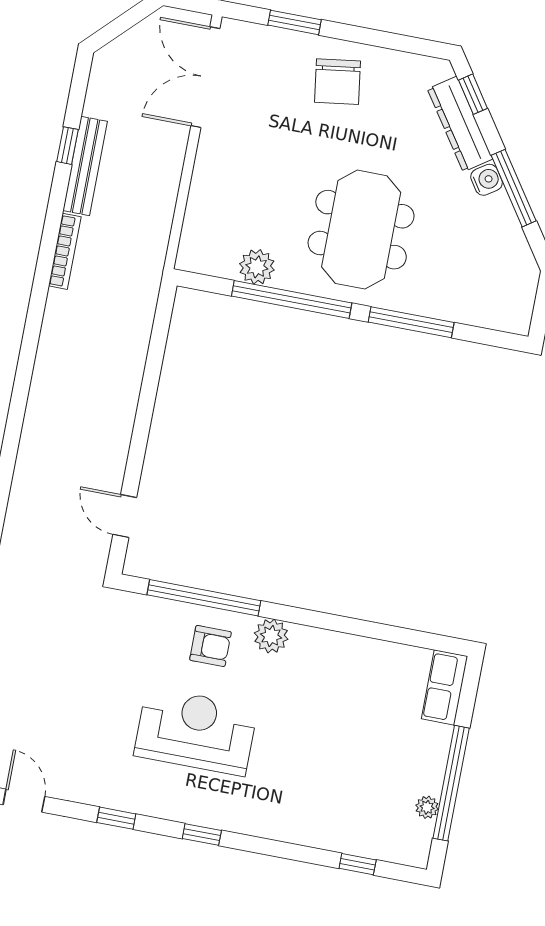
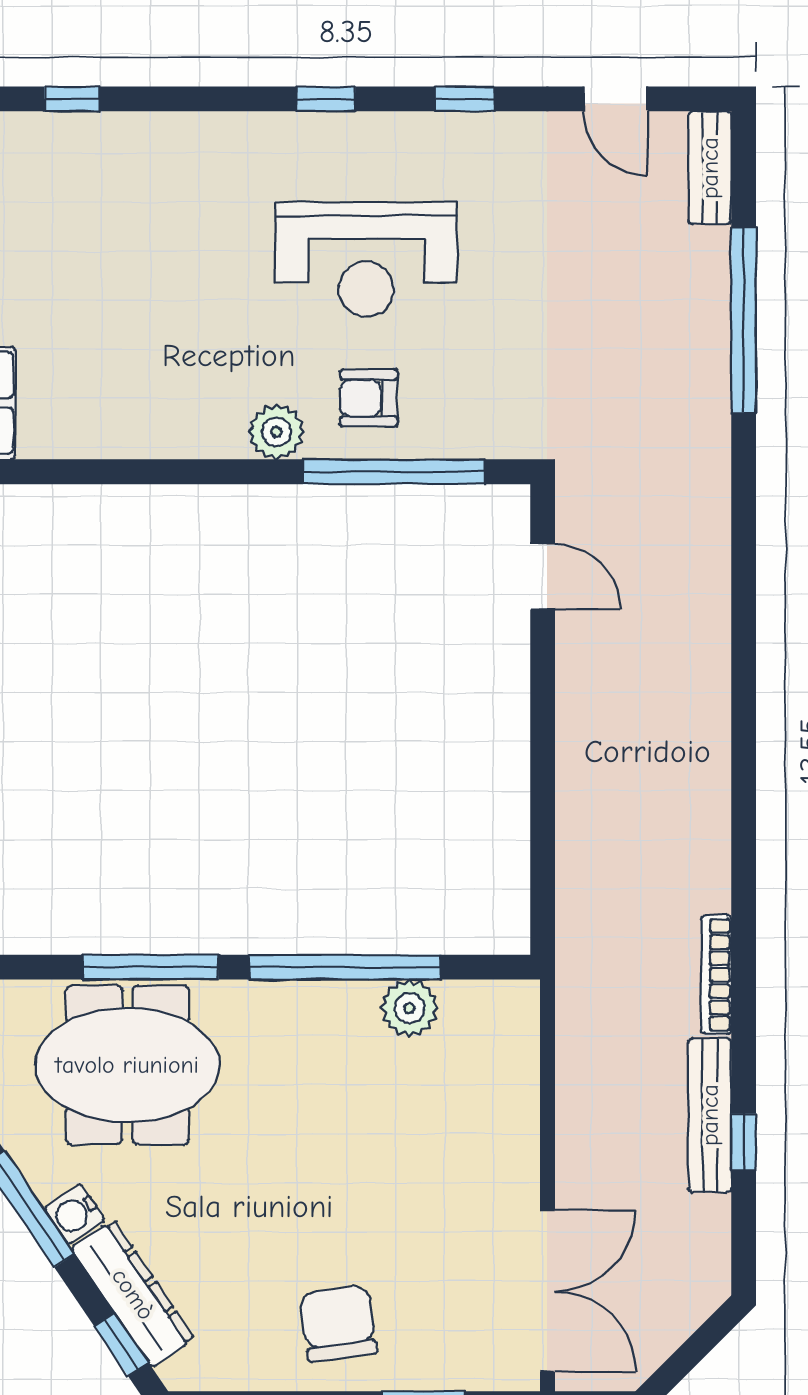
meeting table: (361, 230) -> (127, 1065), moved, turned 90

